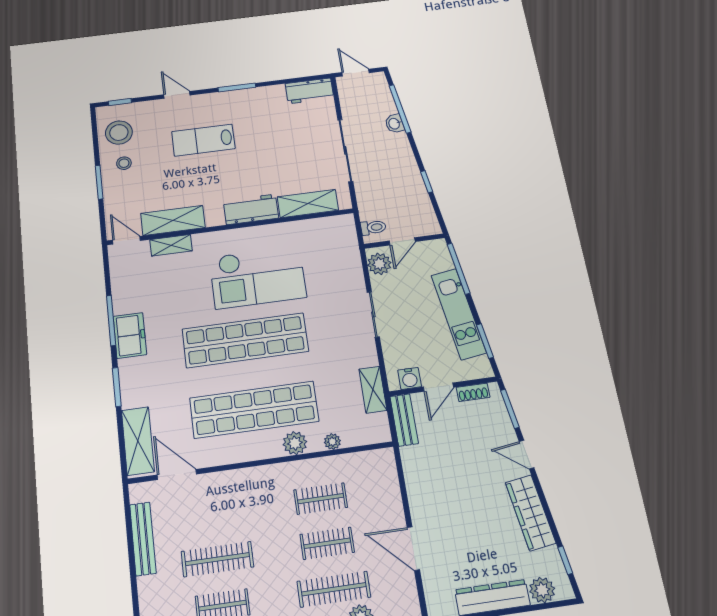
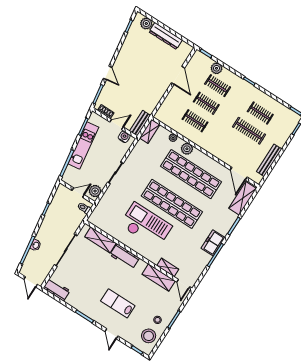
lab bench: (203, 140) -> (118, 303), turned 180
shelving: (373, 390) -> (150, 131), moved
wardrobe: (530, 513) -> (126, 52), removed
clothes rail: (334, 589) -> (218, 86), width x0.73

